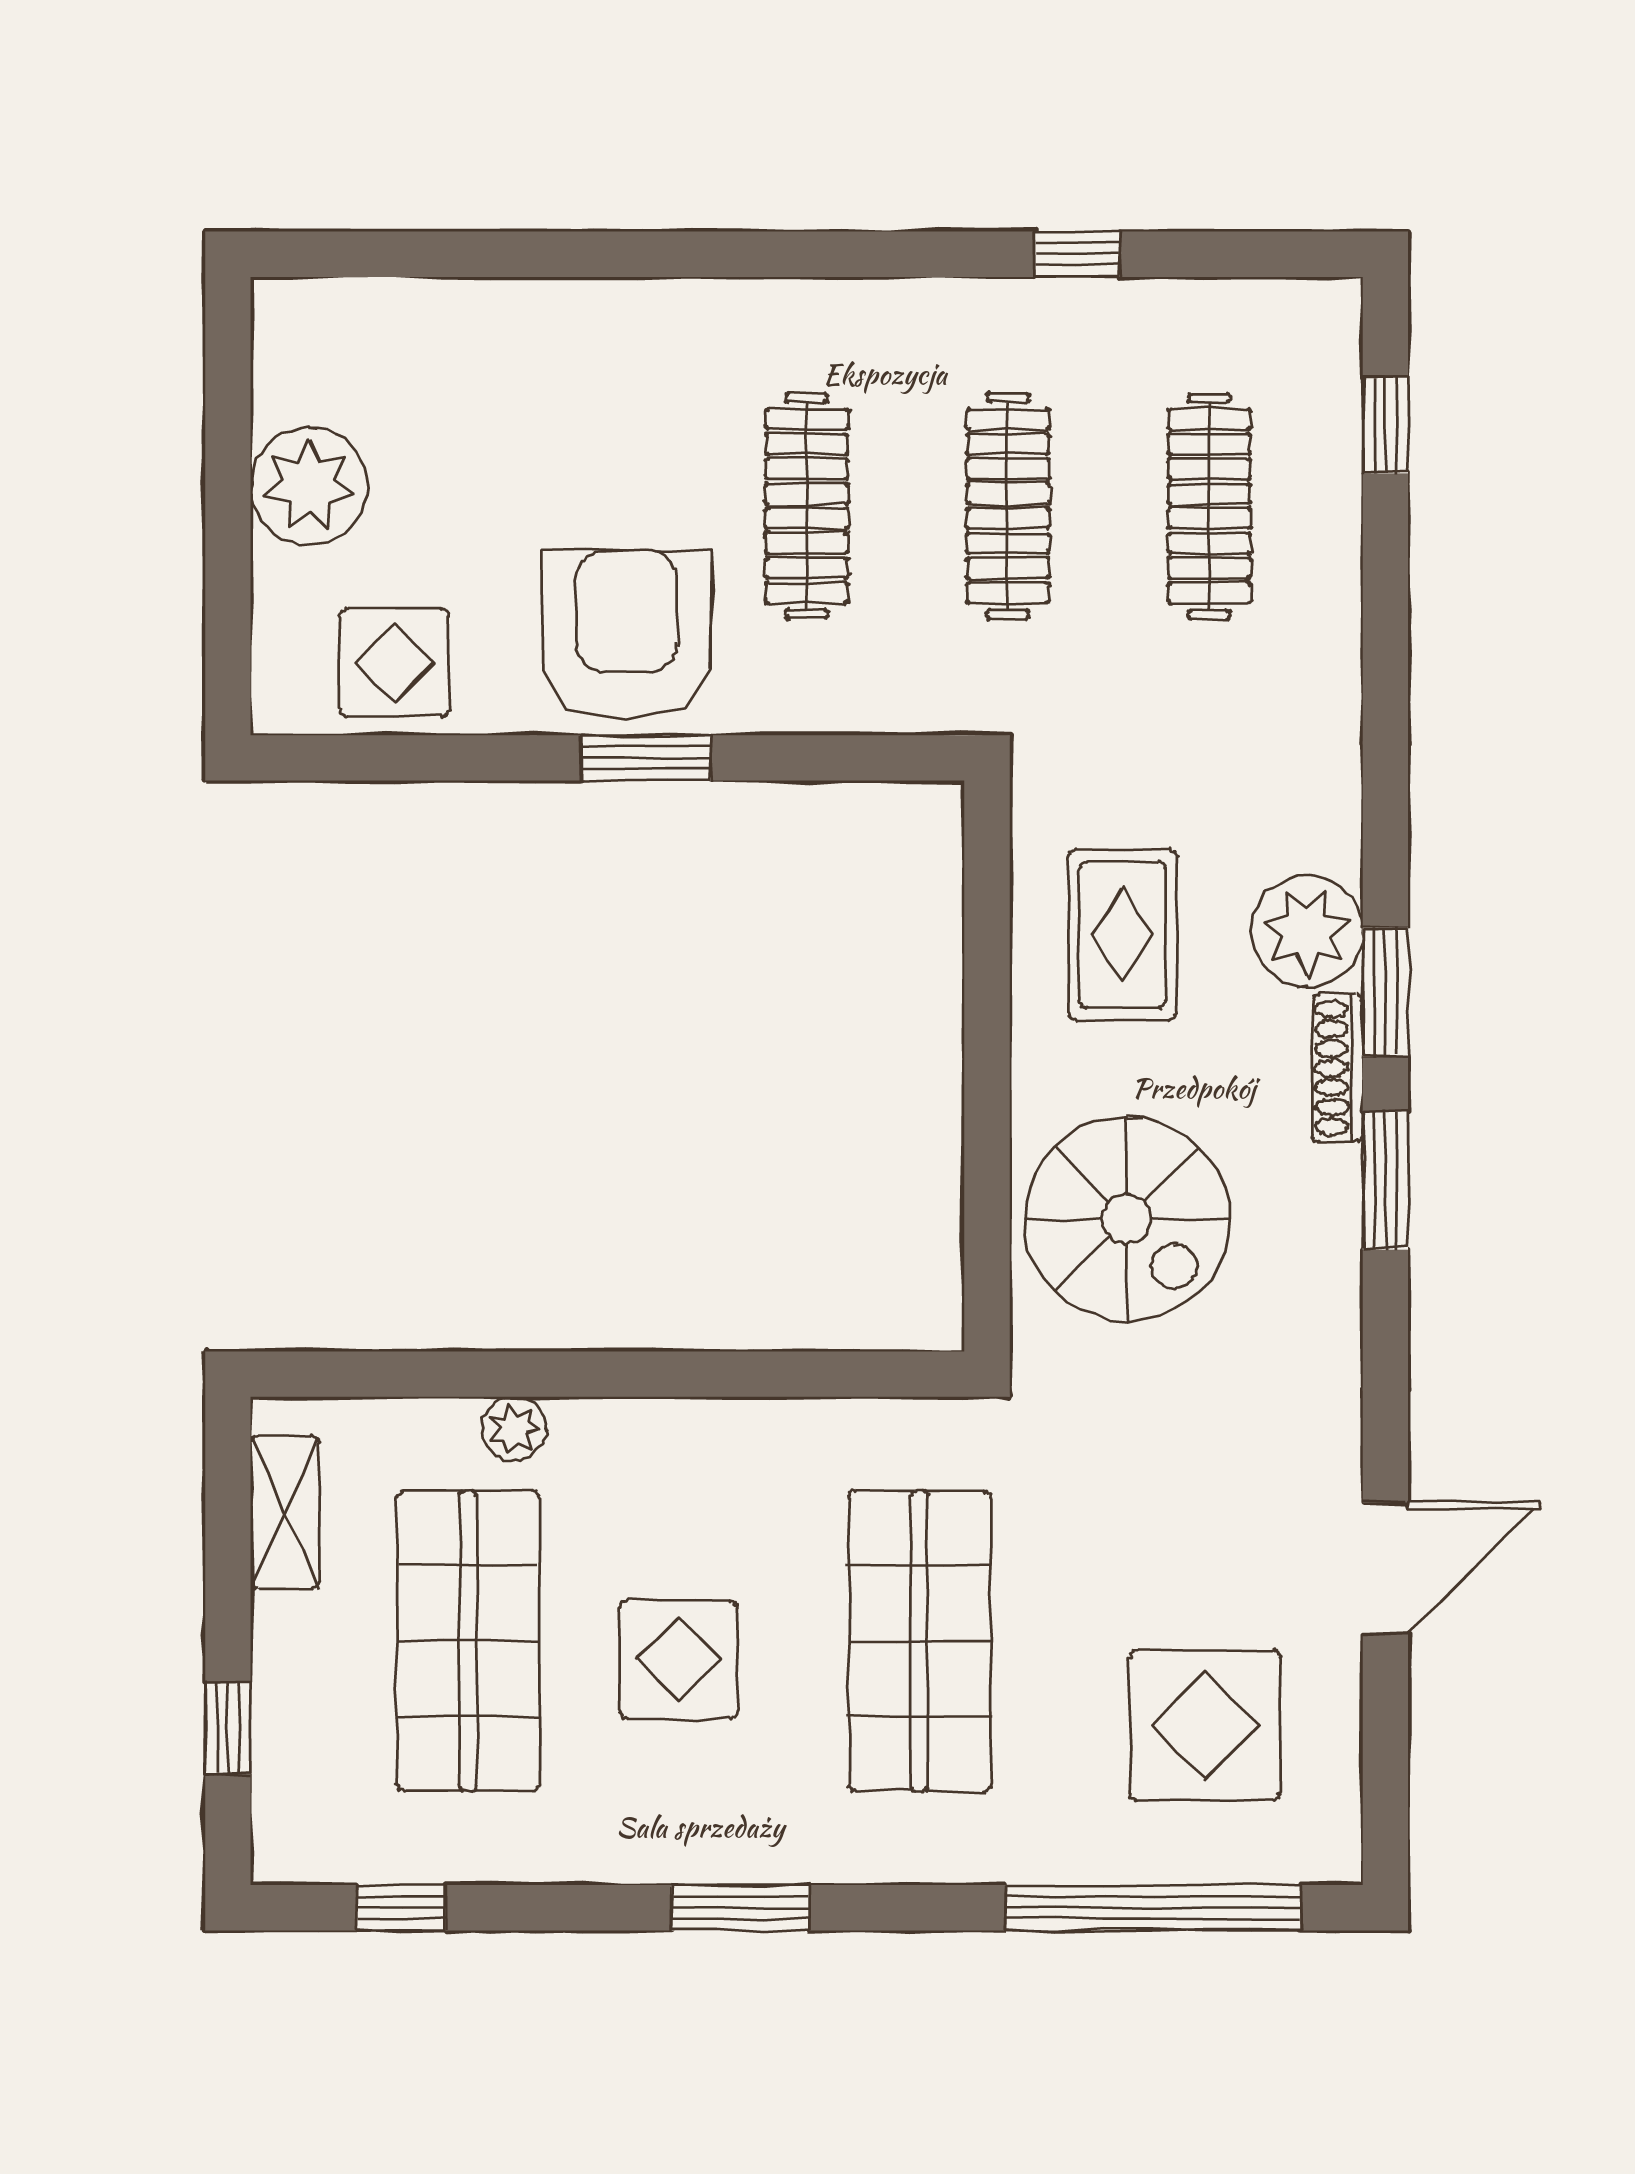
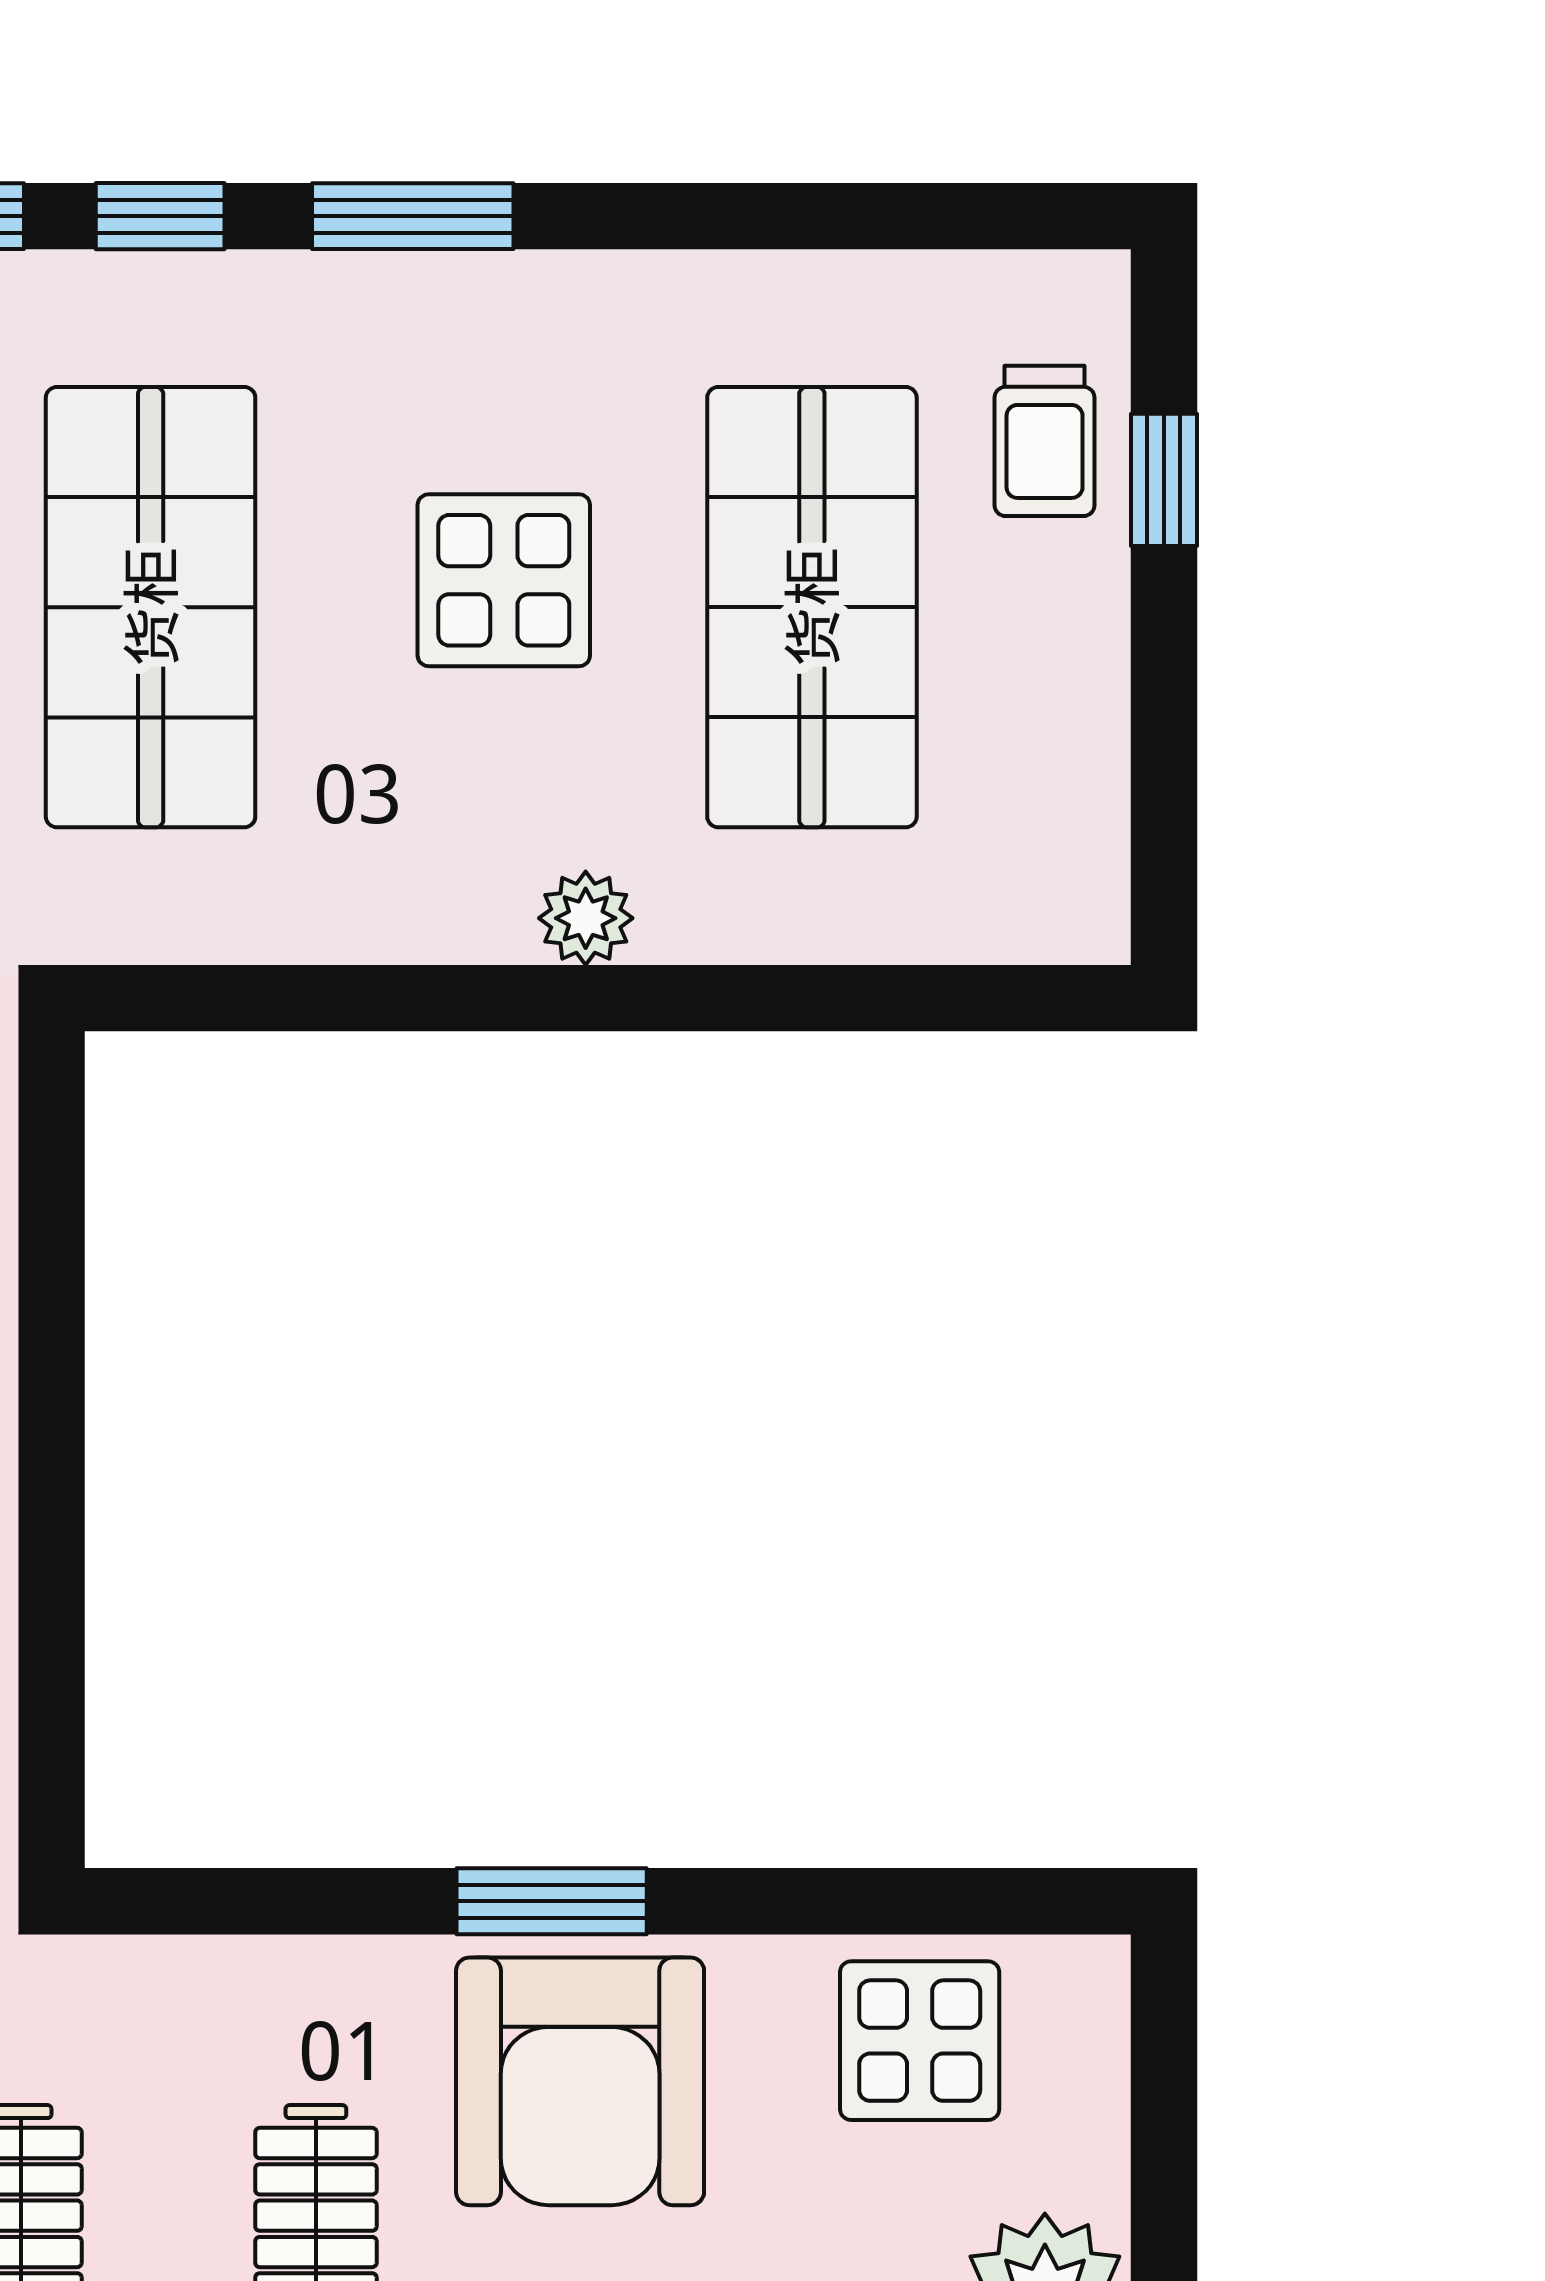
plant: (514, 1429) -> (586, 918), moved
shelving: (285, 1512) -> (1081, 796), removed
trolley: (309, 1754) -> (1045, 441), added
window: (401, 1908) -> (160, 216), moved

